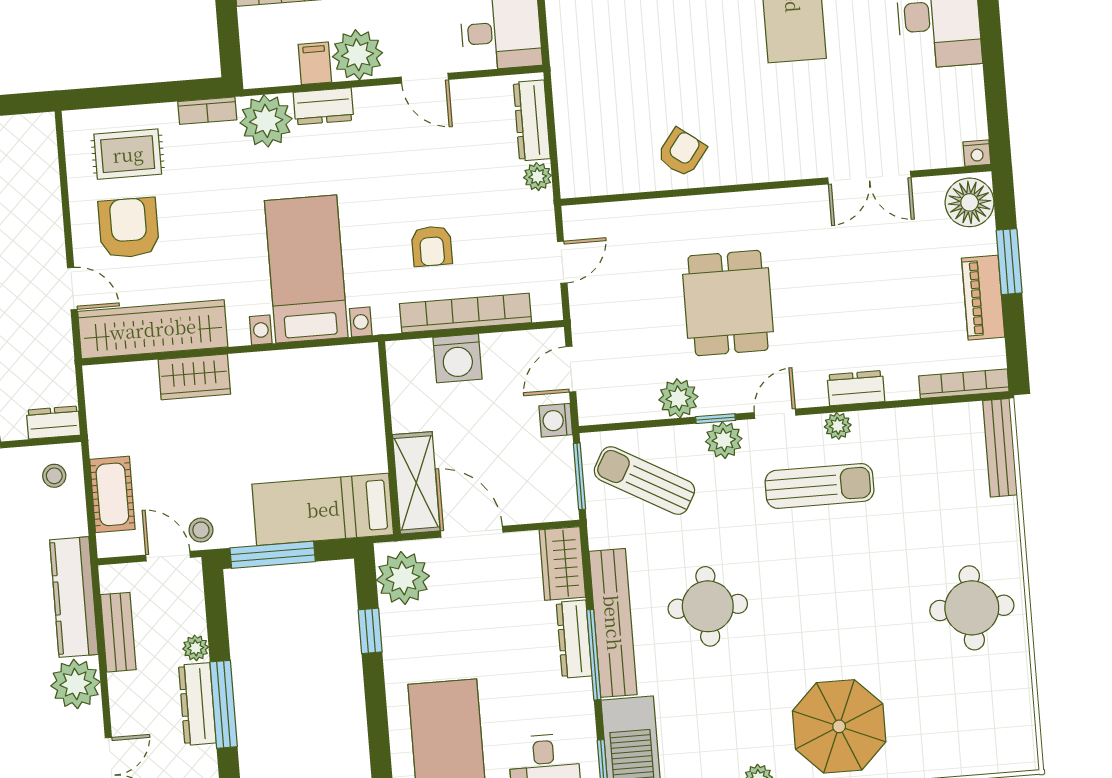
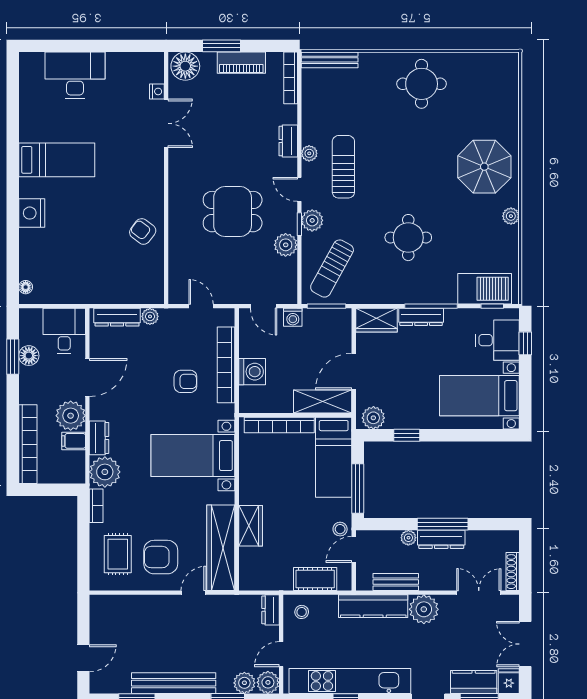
door: (425, 78) -> (87, 378), width x1.38
nightstand: (977, 153) -> (157, 91), moved
bookcase: (370, 412) -> (279, 425), added
plant: (403, 578) -> (373, 418), width x0.73, depth x0.73
bench: (613, 623) -> (413, 293), removed

